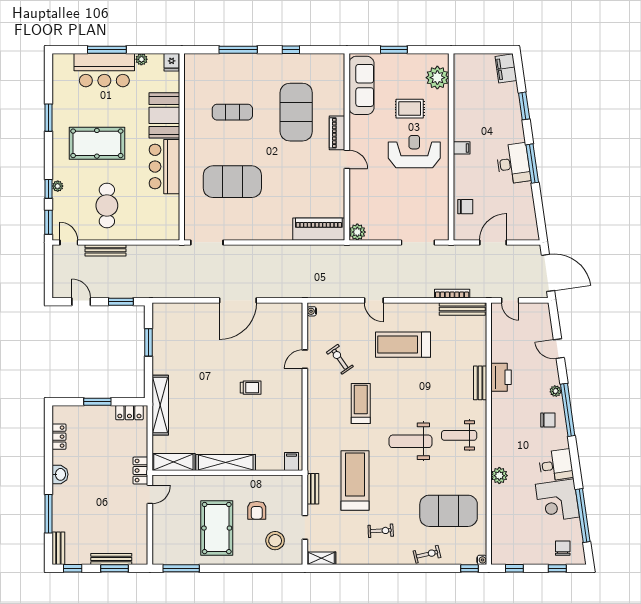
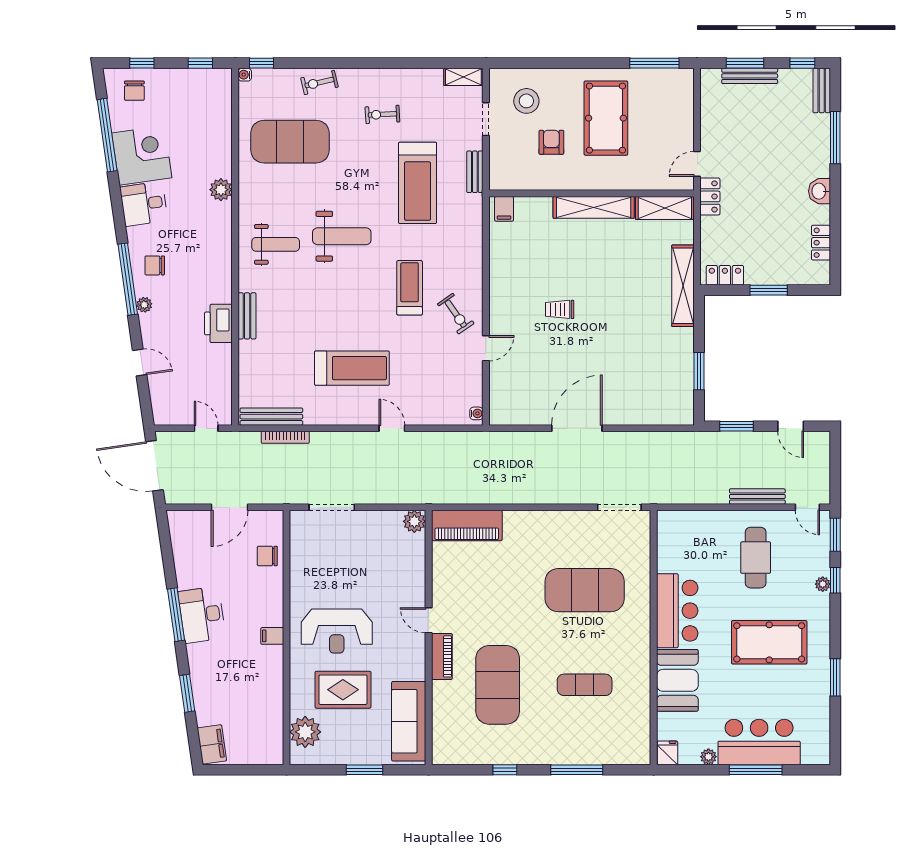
rug: (410, 109) -> (343, 690), width x1.36, depth x1.43
exercise bike: (340, 359) -> (456, 314), moved
treadmill: (361, 404) -> (410, 288), turned 180

